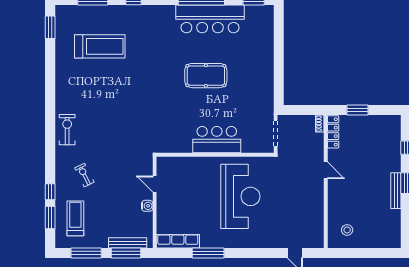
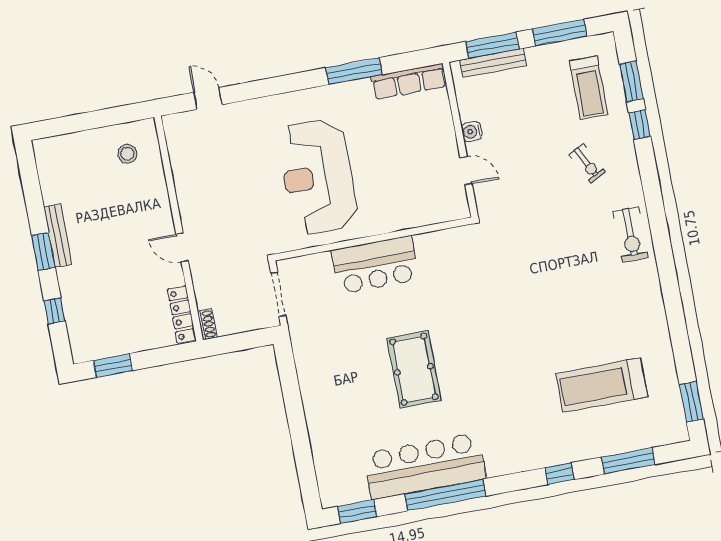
pool table: (206, 76) -> (414, 369), turned 90
window: (358, 110) -> (113, 365), moved

